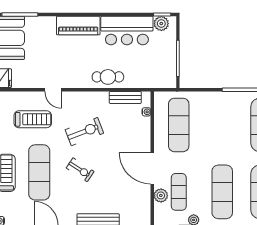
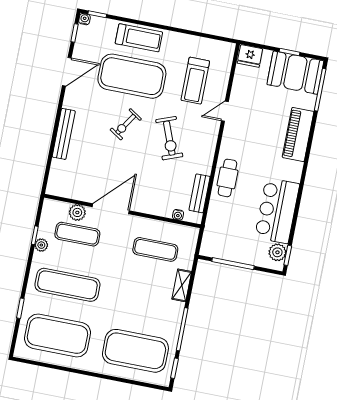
piano: (78, 26) -> (298, 134), moved
shelving: (204, 97) -> (182, 285), added
exercise mat: (179, 125) -> (155, 249), width x0.73, depth x0.69
exercise mat: (39, 172) -> (132, 76), width x1.47

